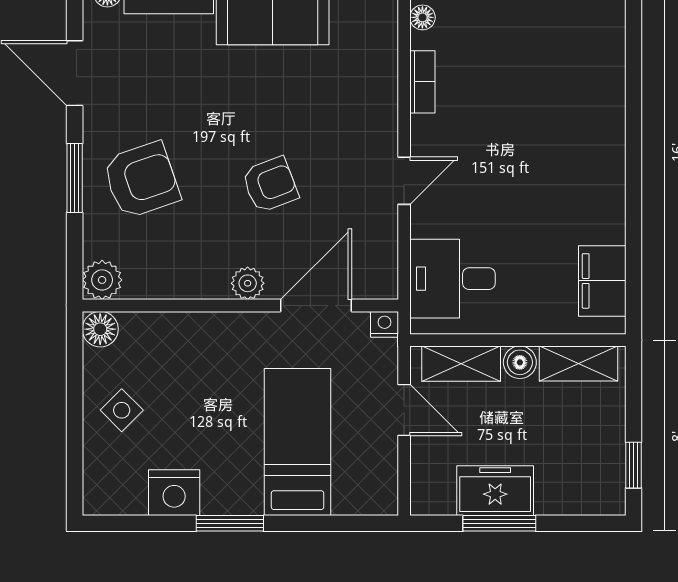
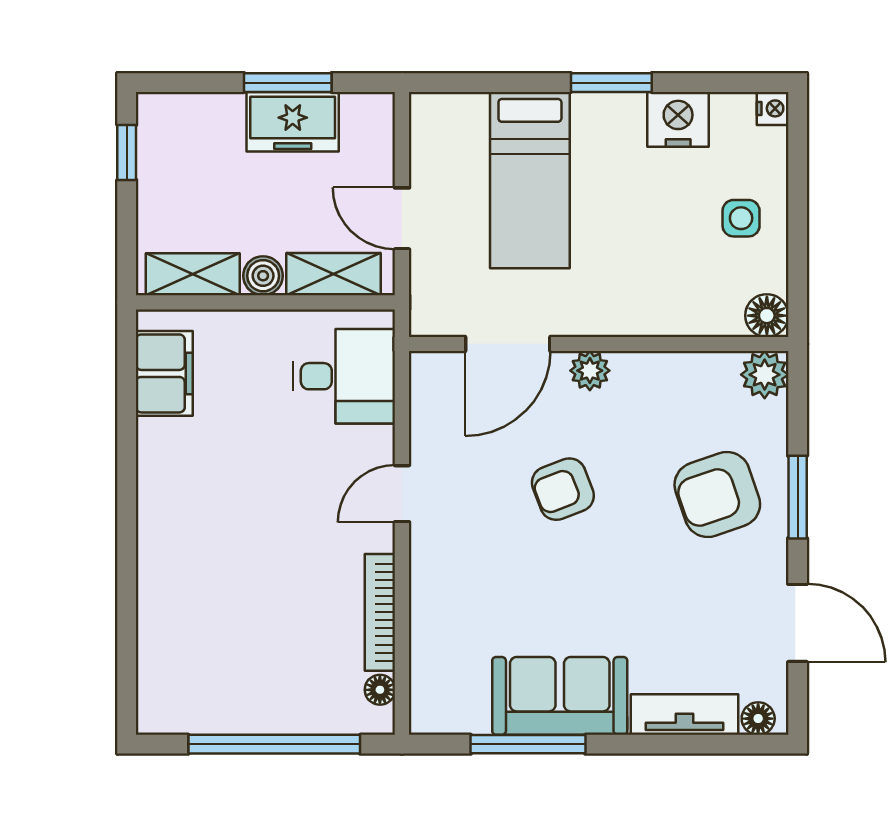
bookcase: (422, 82) -> (380, 612), width x1.56
nightstand: (385, 324) -> (773, 108), moved, turned -90
side table: (122, 410) -> (741, 218), turned 45

